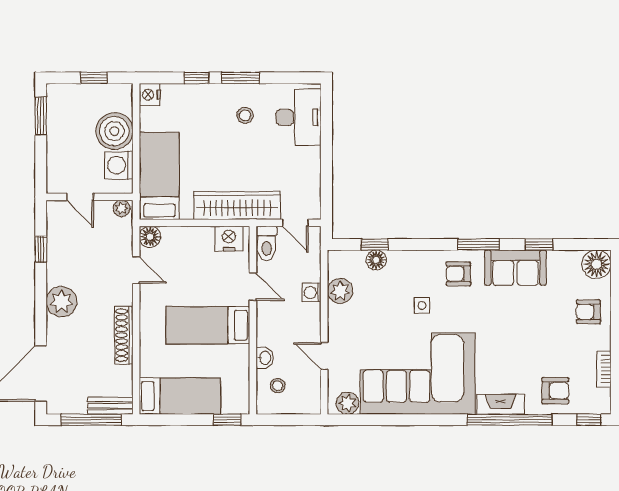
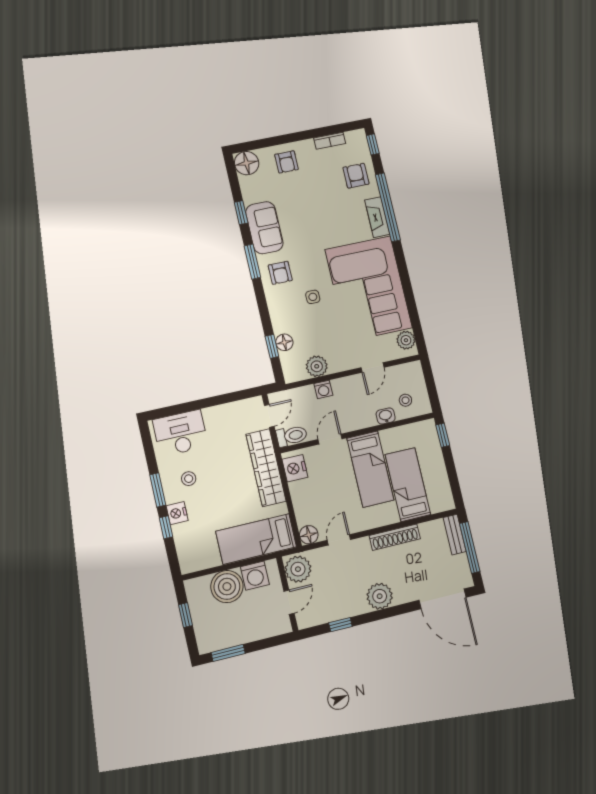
nightstand: (150, 95) -> (177, 513), moved, turned 90
plant: (122, 208) -> (298, 569), width x1.88, depth x1.88
bed: (180, 396) -> (408, 485), moved

